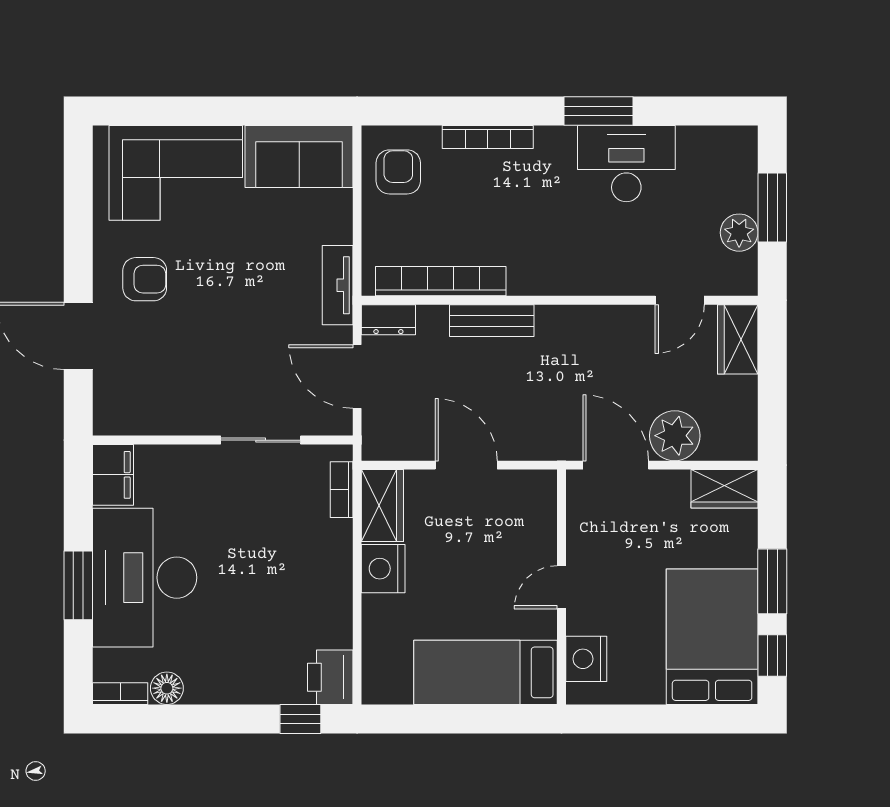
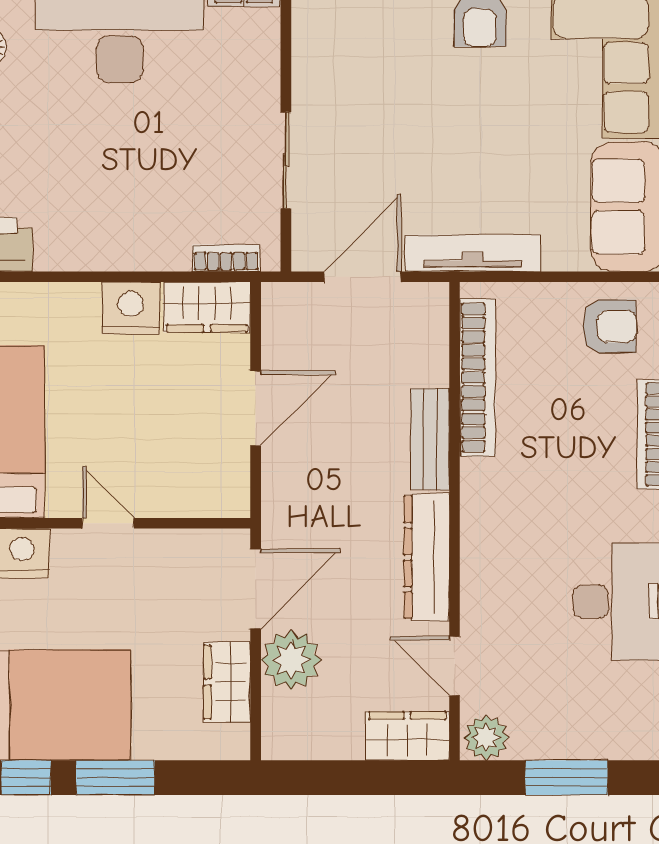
plant: (739, 233) -> (486, 738), moved
tv unit: (338, 285) -> (473, 253), width x1.41
dresser: (388, 320) -> (427, 557), moved, width x1.96, depth x1.24
wardrobe: (725, 489) -> (227, 682), moved

